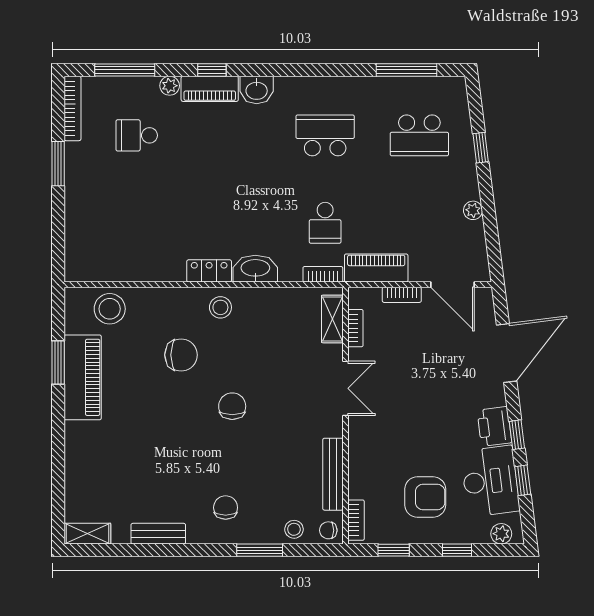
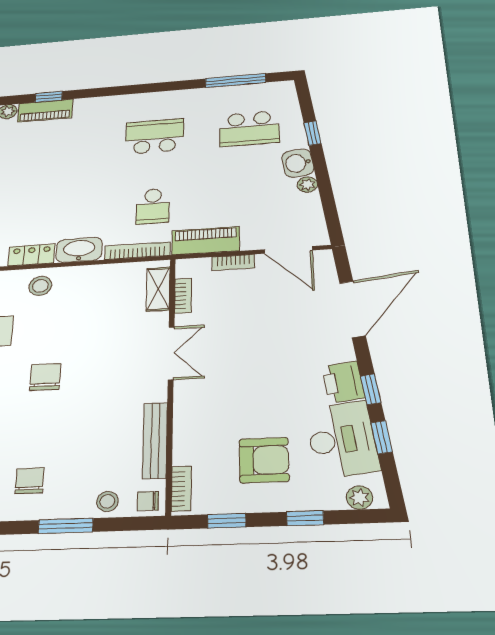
washbasin: (257, 90) -> (298, 163), moved, turned 83
bookcase: (323, 274) -> (137, 251), width x1.56

